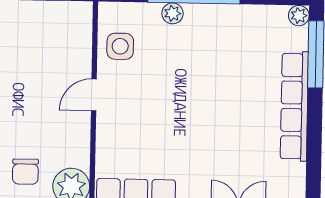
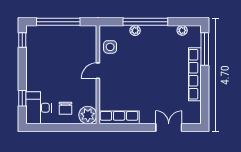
plant: (299, 16) -> (182, 30), moved

